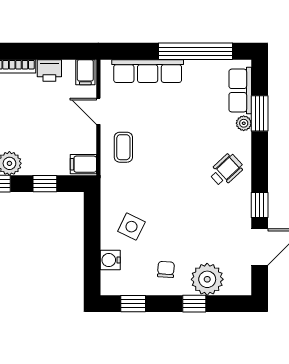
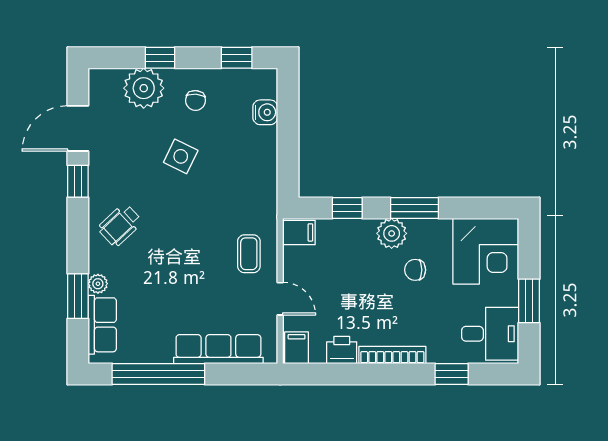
side table: (131, 227) -> (181, 156), moved

